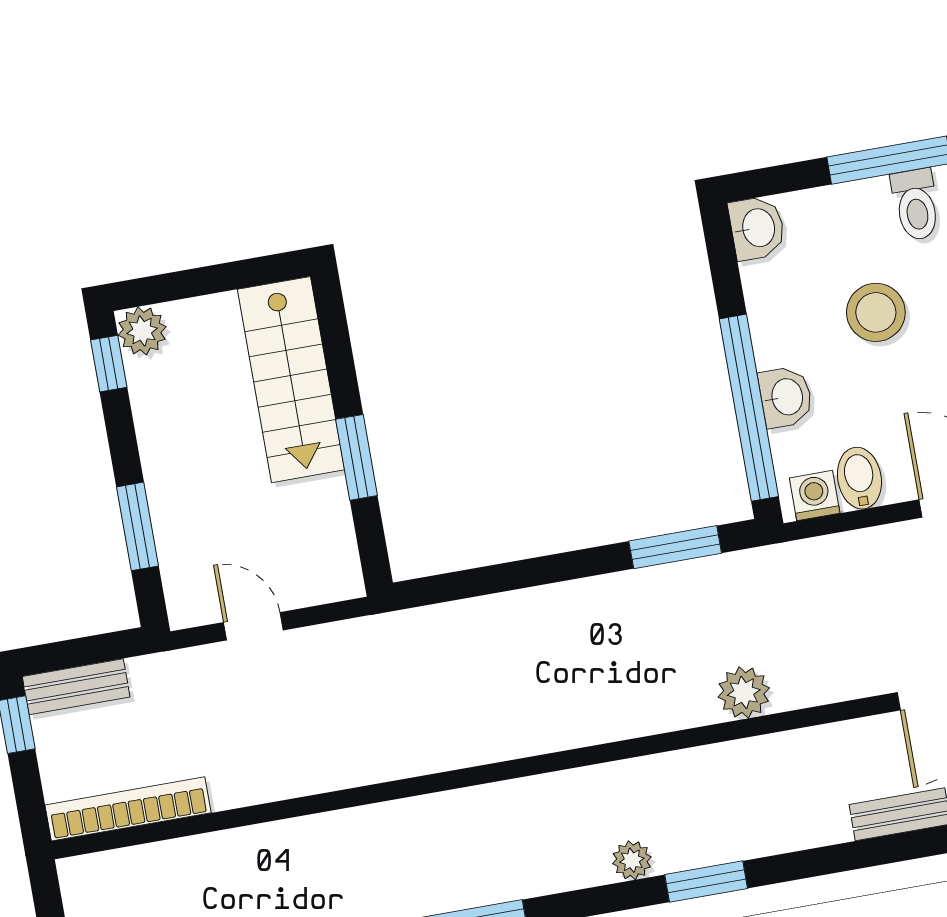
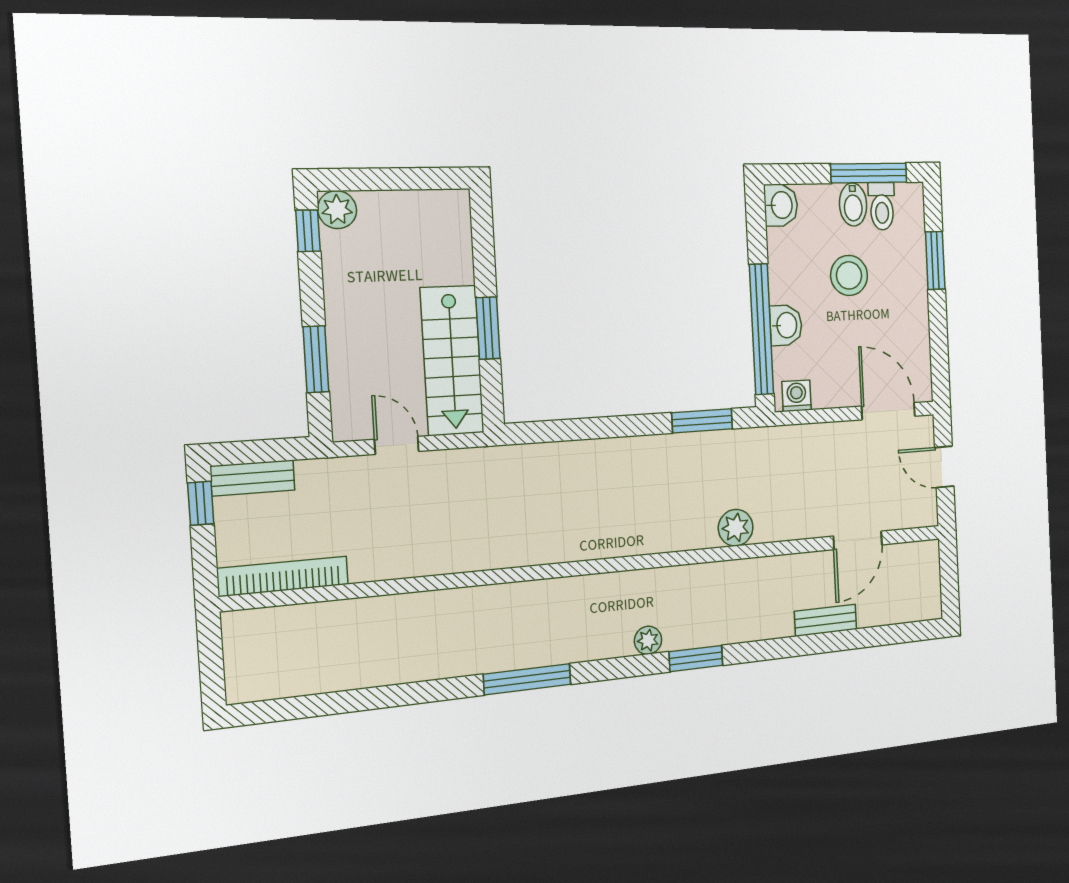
stairs: (291, 380) -> (452, 360), moved
bidet: (859, 478) -> (853, 204), moved, turned 180

